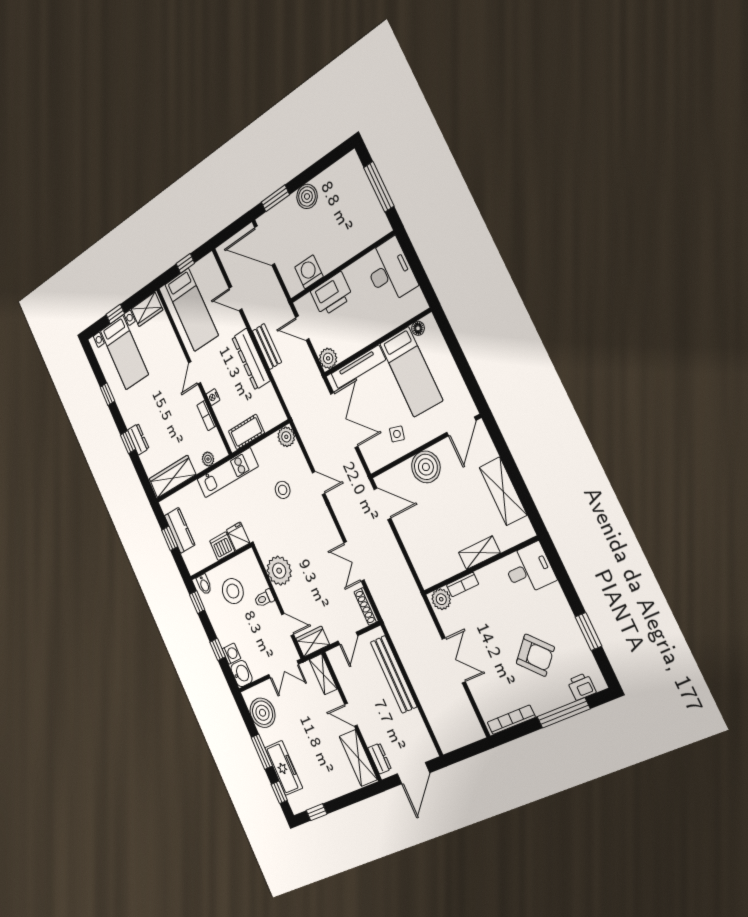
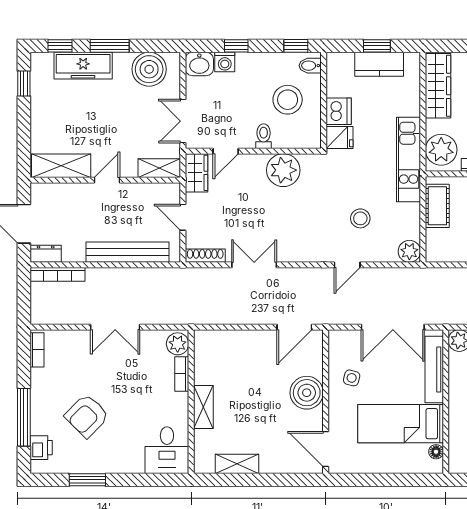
plant: (208, 459) -> (441, 150), width x1.87, depth x1.87
shelving: (503, 491) -> (237, 464), width x0.67, depth x0.75
bookcase: (511, 720) -> (37, 350), width x0.64
bookcase: (437, 728) -> (58, 274), added
dresser: (380, 759) -> (46, 254), moved, turned 180

